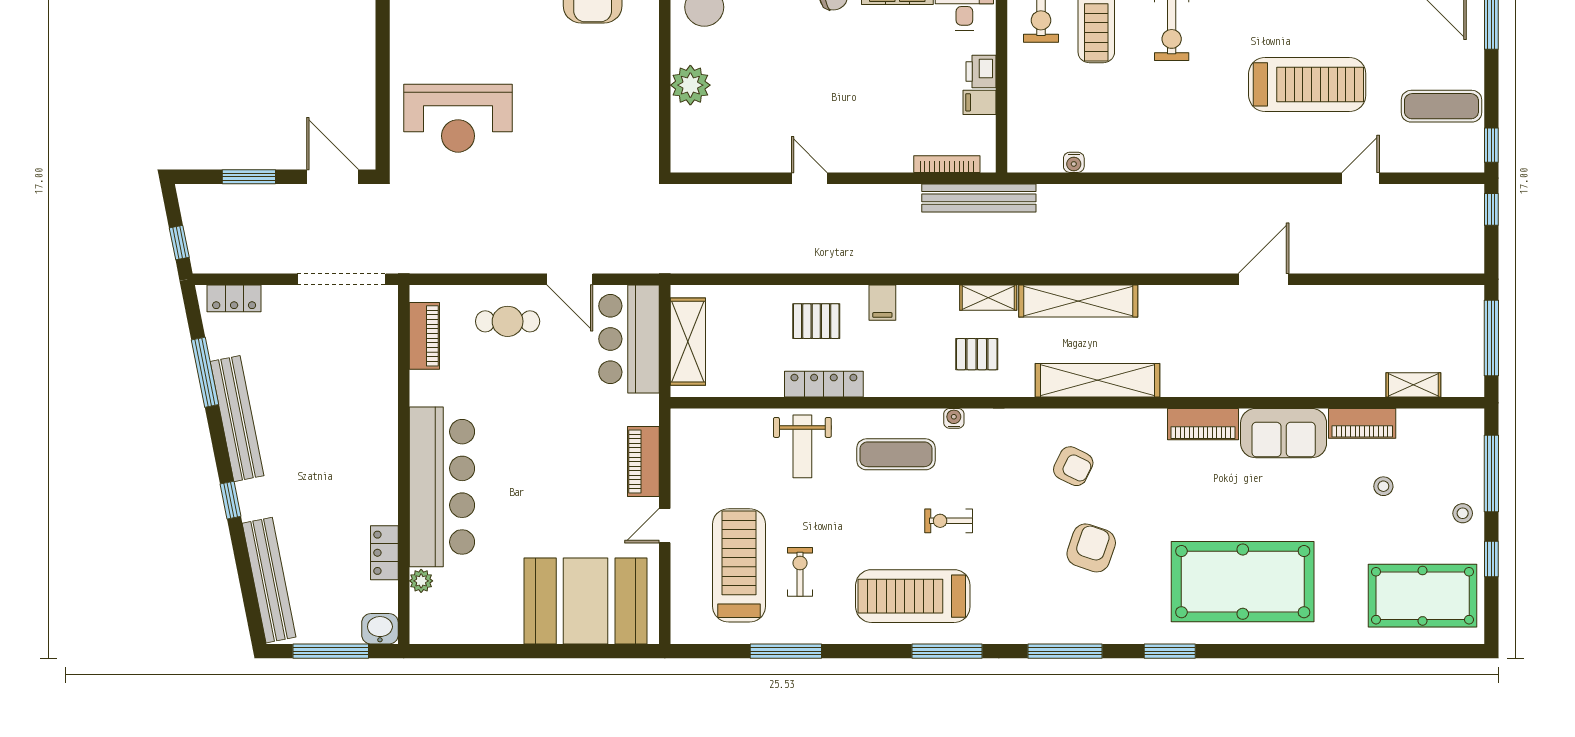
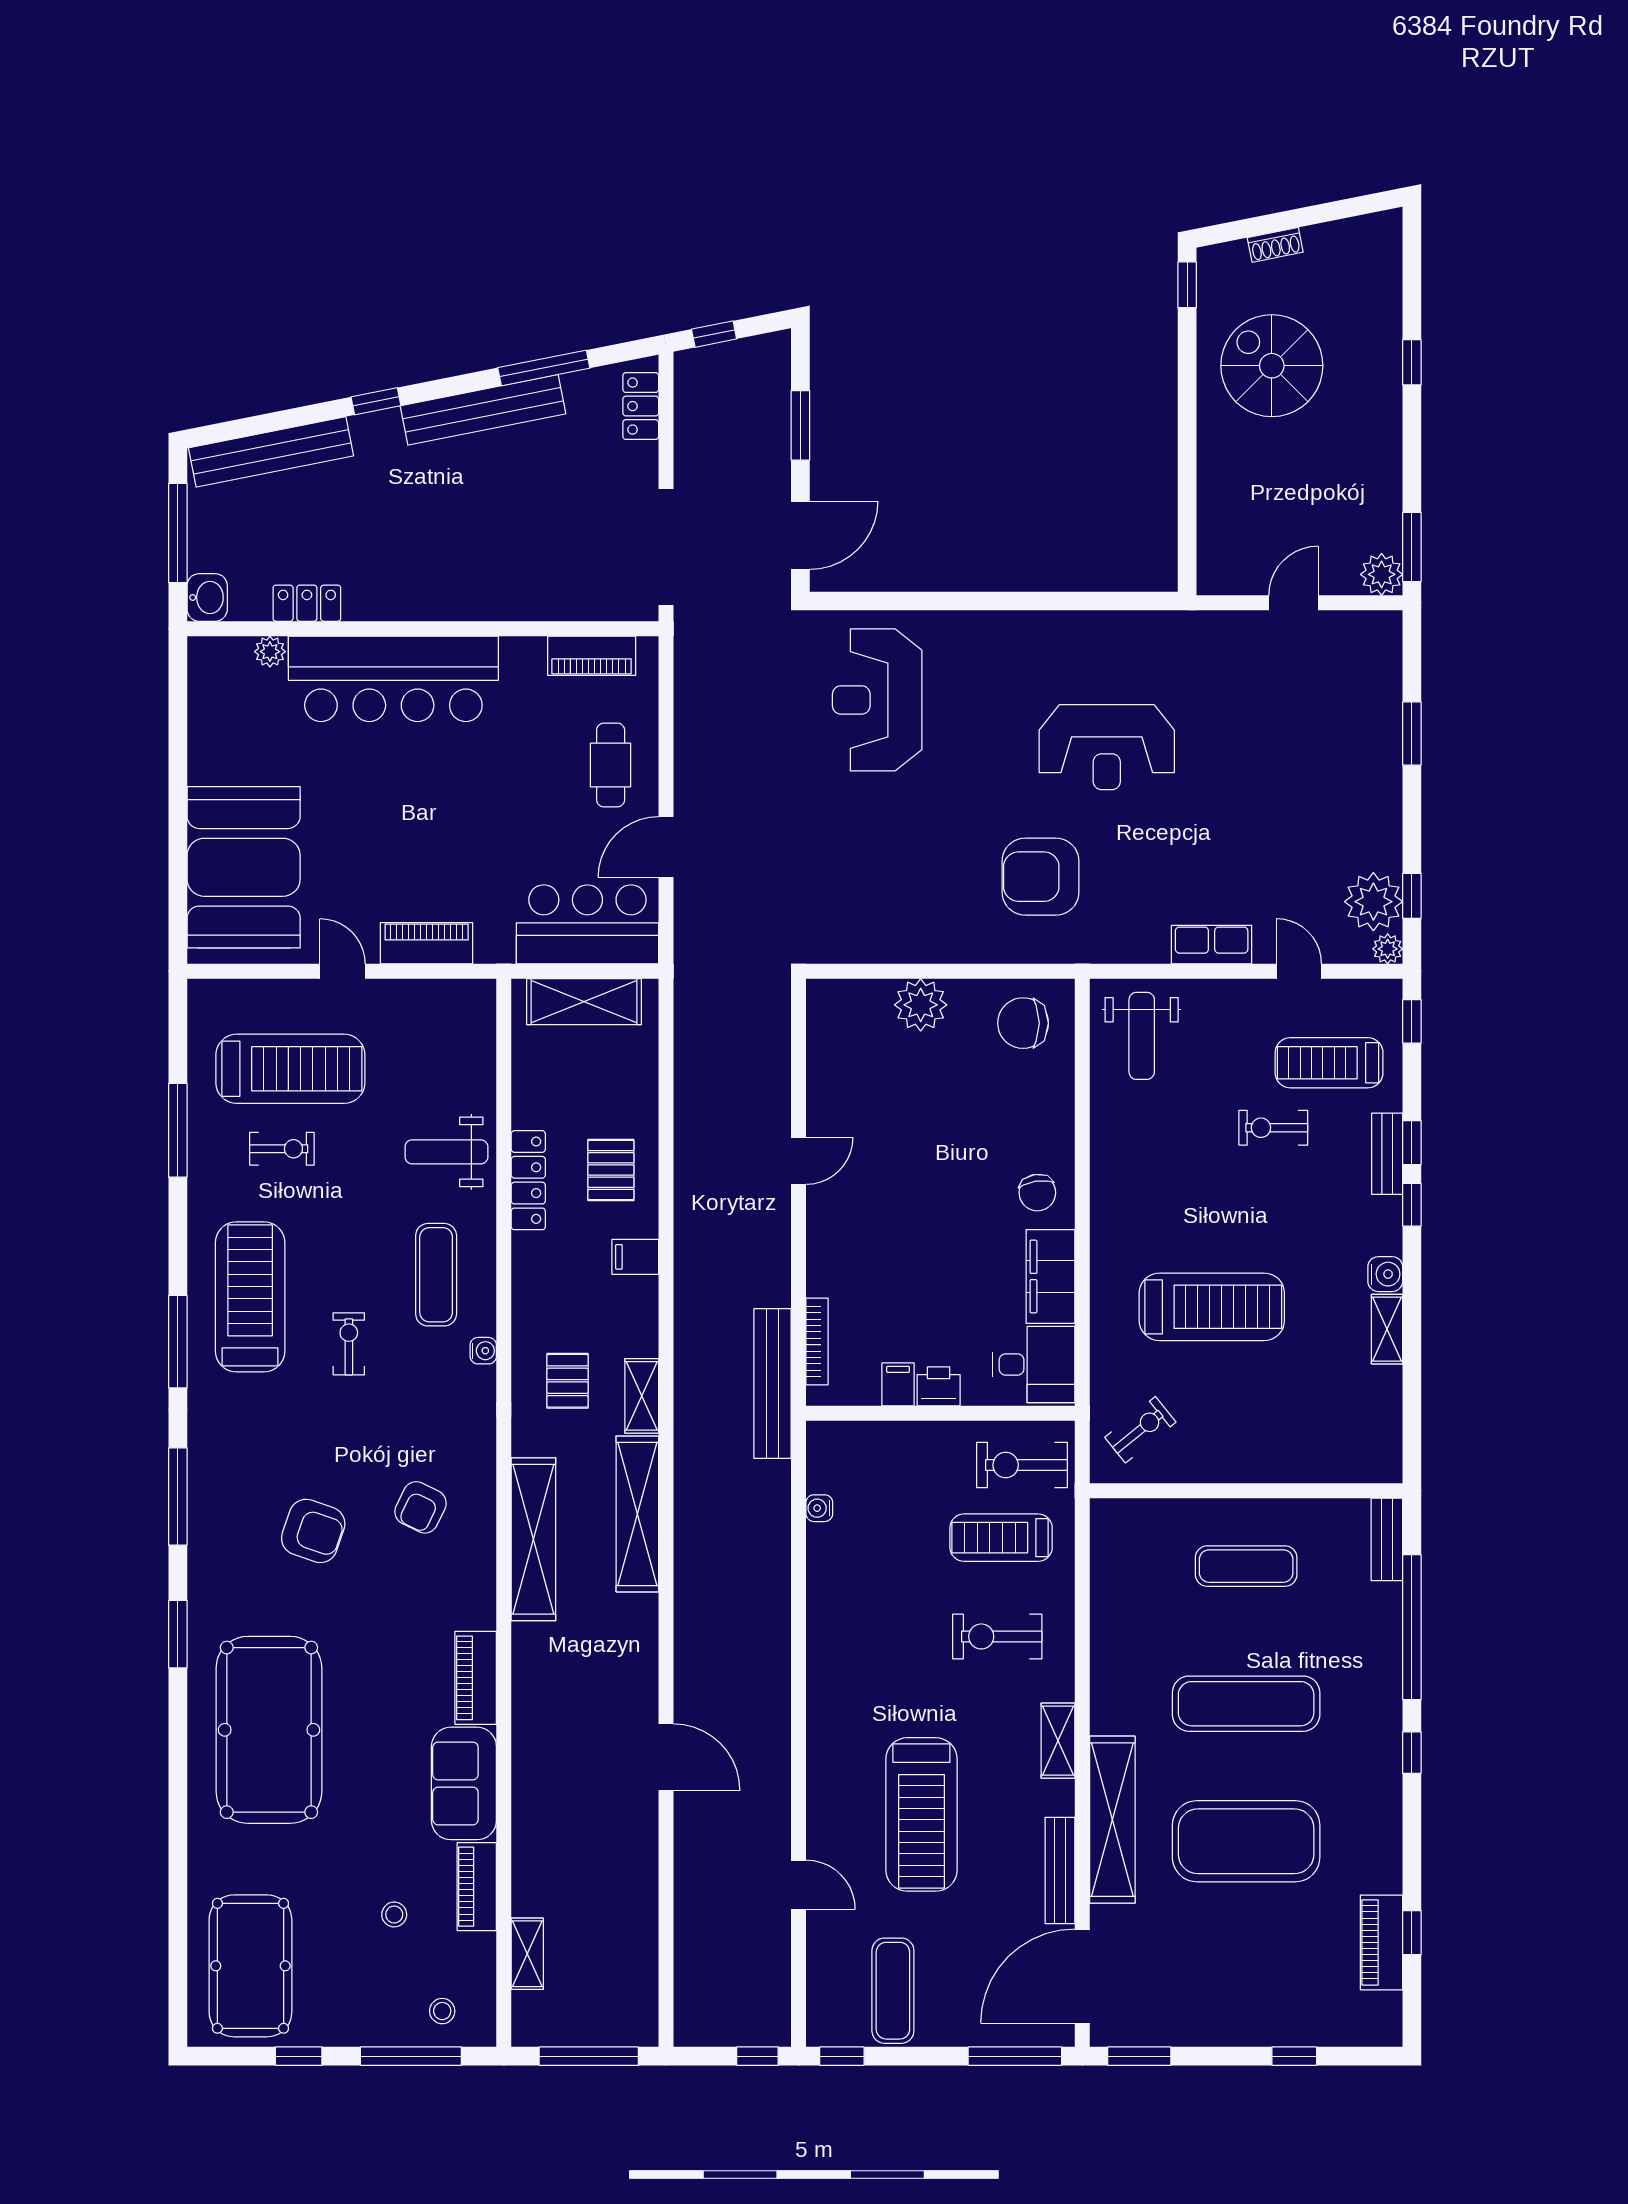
stool: (1463, 513) -> (442, 2011), moved

